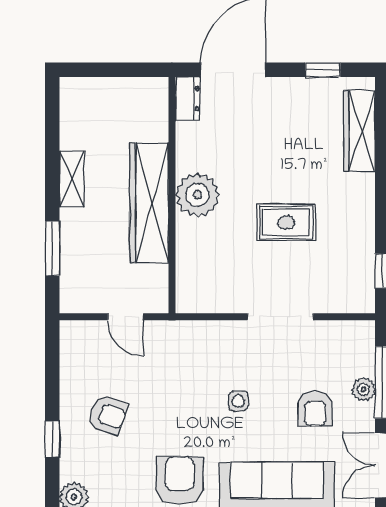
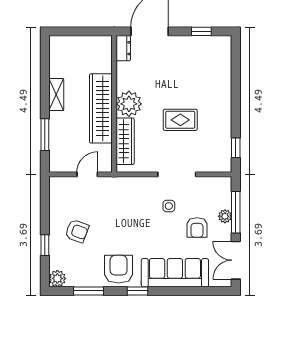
wardrobe: (359, 131) -> (125, 141), moved, turned 180
door: (126, 317) -> (87, 174), swing flipped
side table: (238, 401) -> (169, 206), moved

